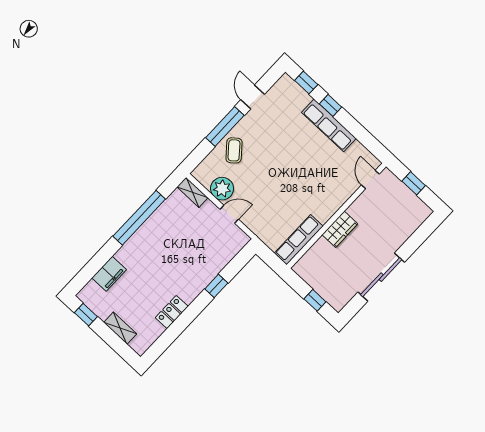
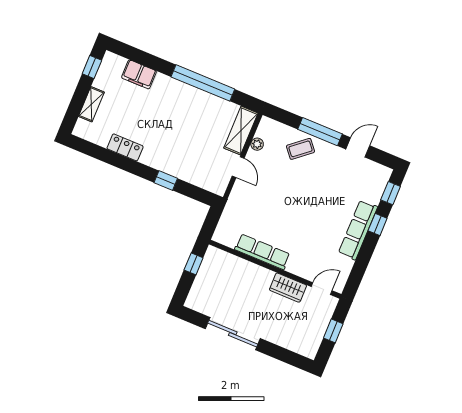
plant: (222, 189) -> (257, 144), width x0.53, depth x0.53
shelving: (192, 192) -> (241, 131), width x1.50, depth x1.33
wardrobe: (340, 229) -> (288, 288), moved
row of seats: (299, 240) -> (262, 252), moved
window: (315, 300) -> (194, 264), moved

